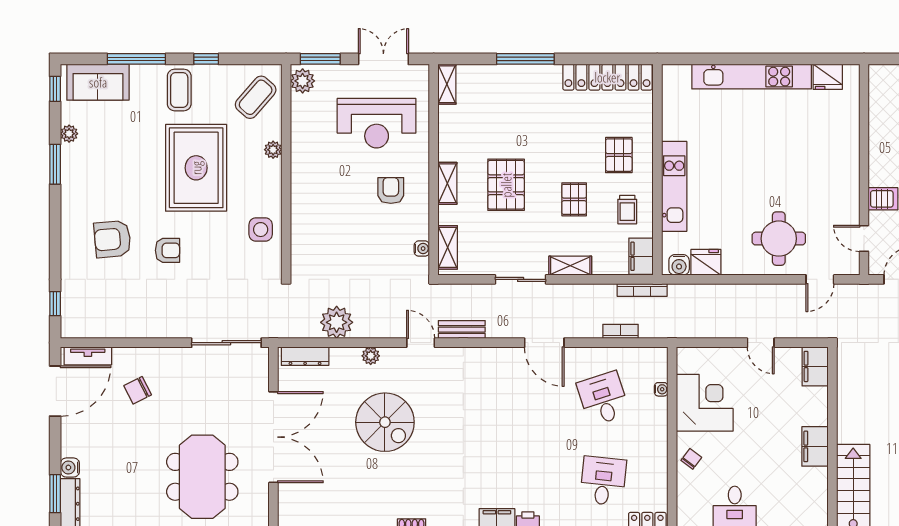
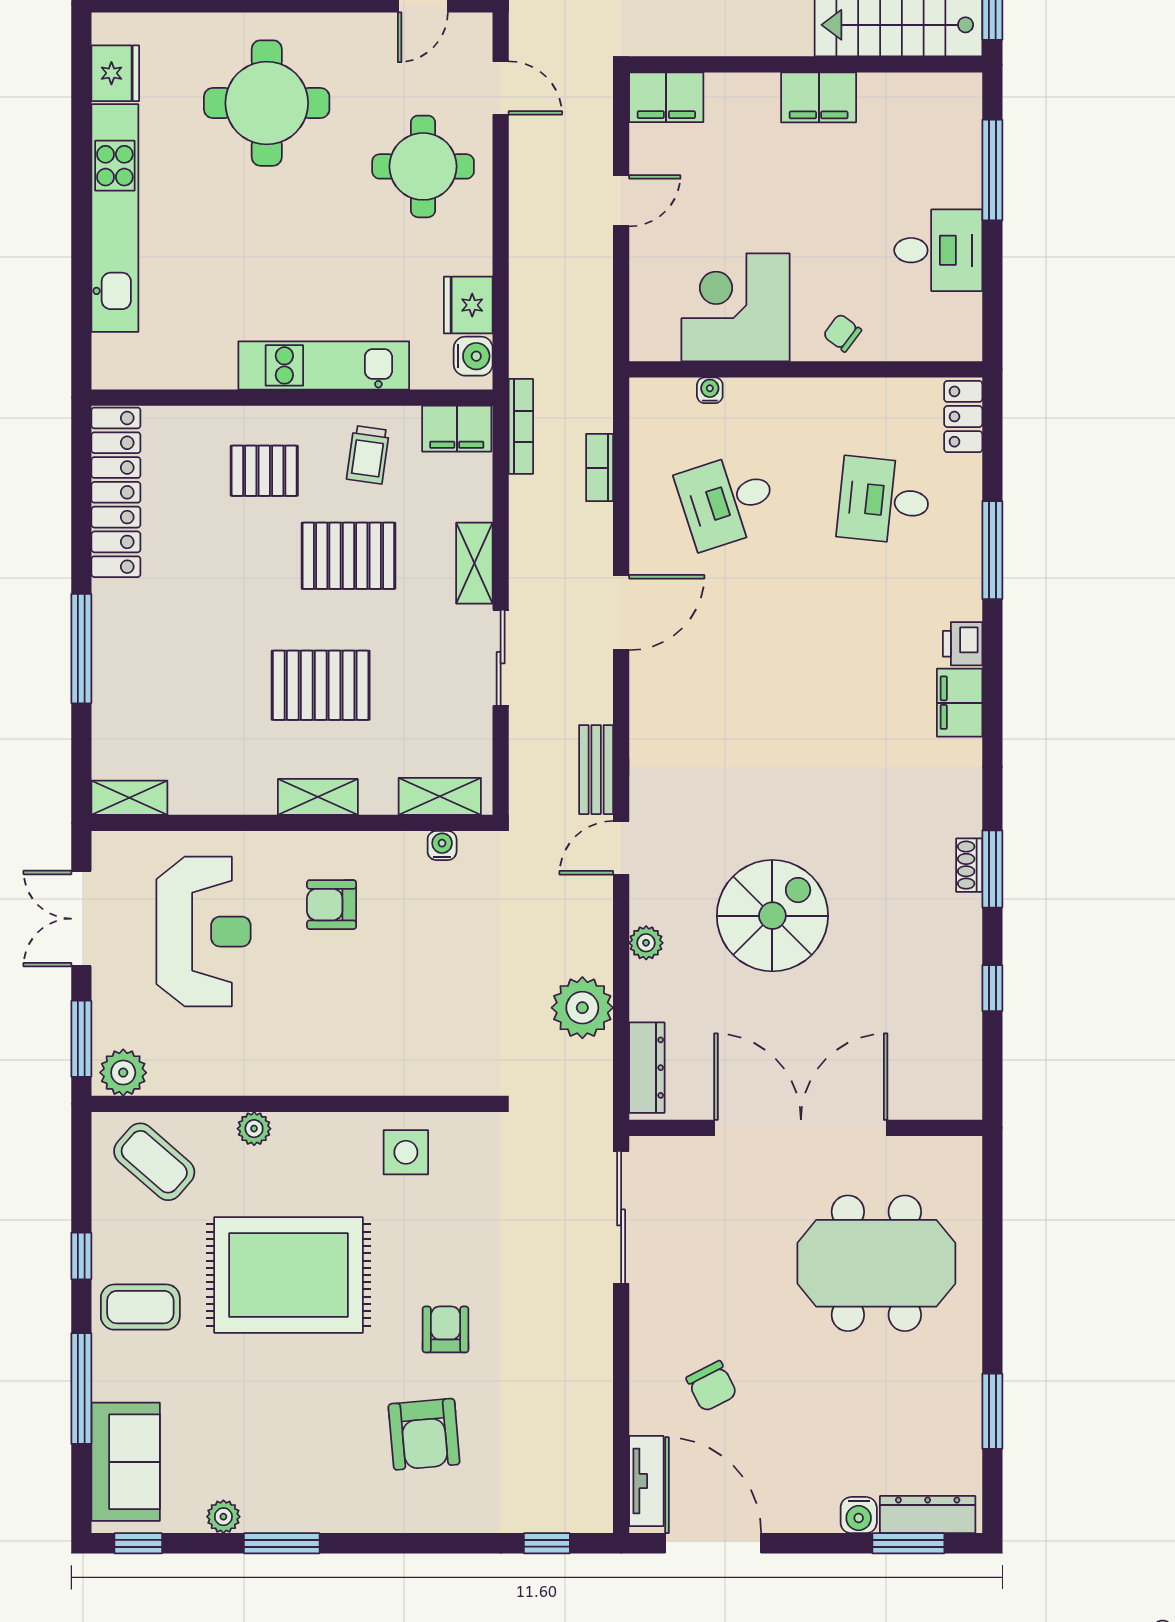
round table: (812, 156) -> (267, 103), added
pallet: (574, 199) -> (348, 556), width x1.50, depth x1.42
trolley: (627, 210) -> (368, 455), turned 98

